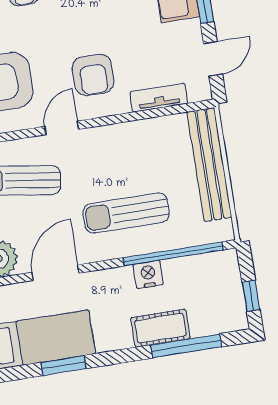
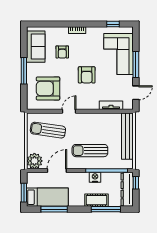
armchair: (93, 75) -> (87, 75), moved
dresser: (229, 291) -> (127, 189), added
window: (251, 296) -> (136, 183), moved
window: (63, 366) -> (54, 209), width x1.44

